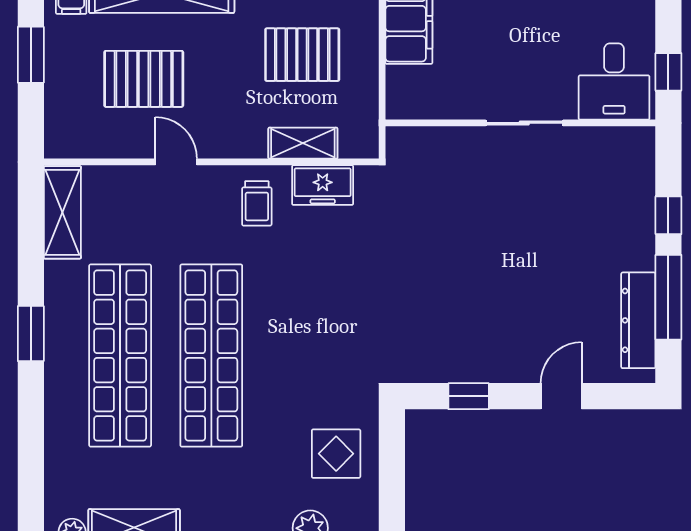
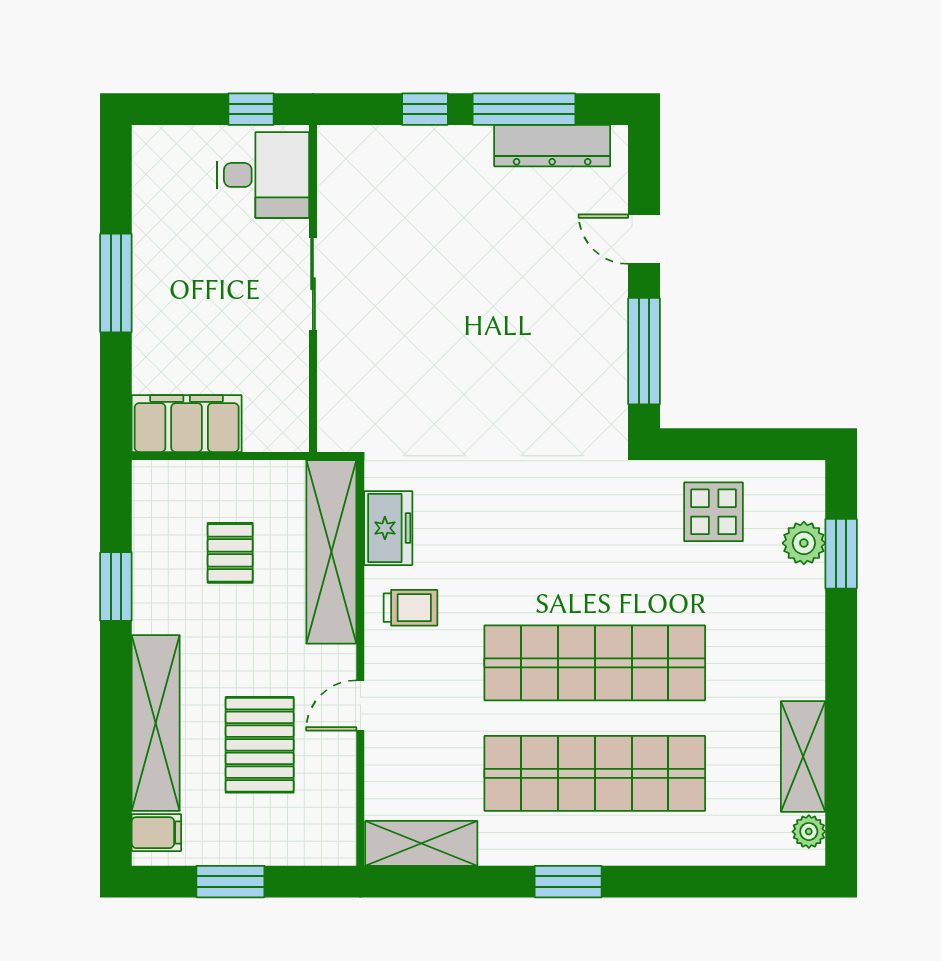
pallet: (302, 55) -> (230, 553), width x0.67, depth x0.71
shelving: (303, 143) -> (331, 552), width x2.20, depth x1.33
window: (469, 396) -> (644, 351), width x2.17

